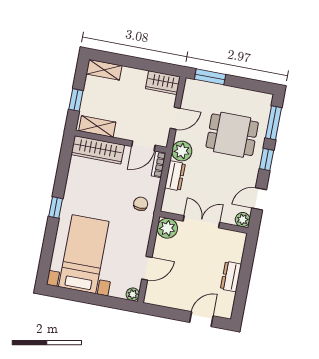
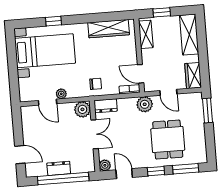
shelving: (104, 70) -> (189, 35), width x1.50, depth x1.33
wardrobe: (98, 150) -> (109, 29), moved, turned -90
dresser: (175, 176) -> (106, 106), moved
window: (56, 208) -> (54, 21), moved
window: (245, 275) -> (63, 179), added
plant: (133, 294) -> (61, 94), moved

